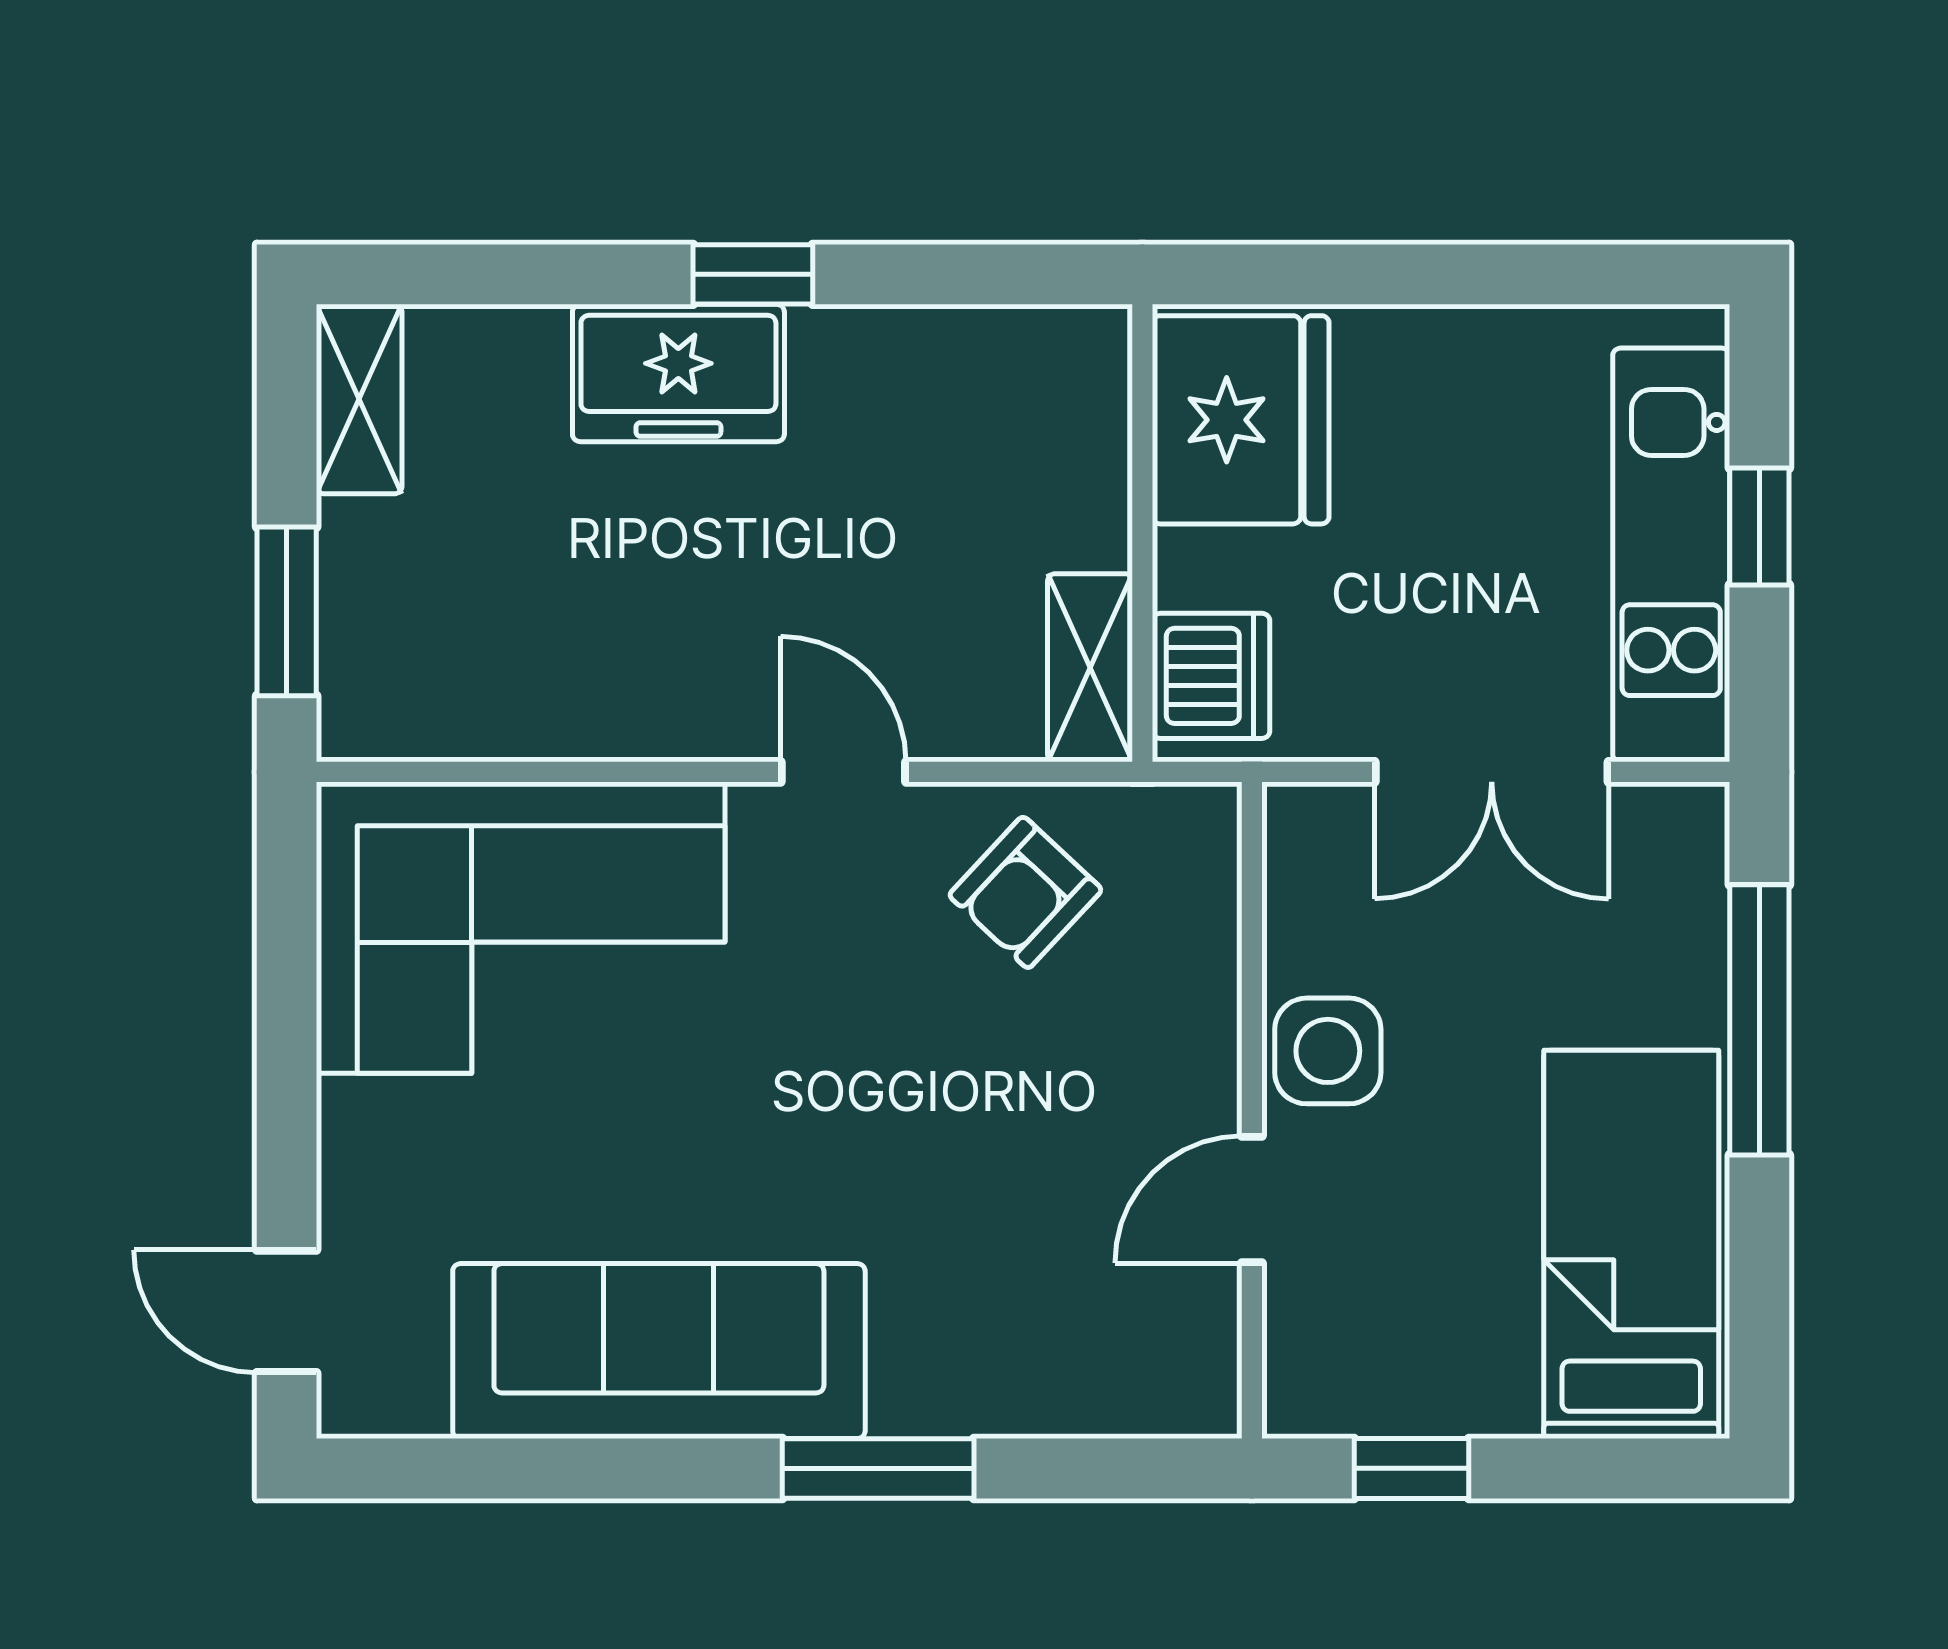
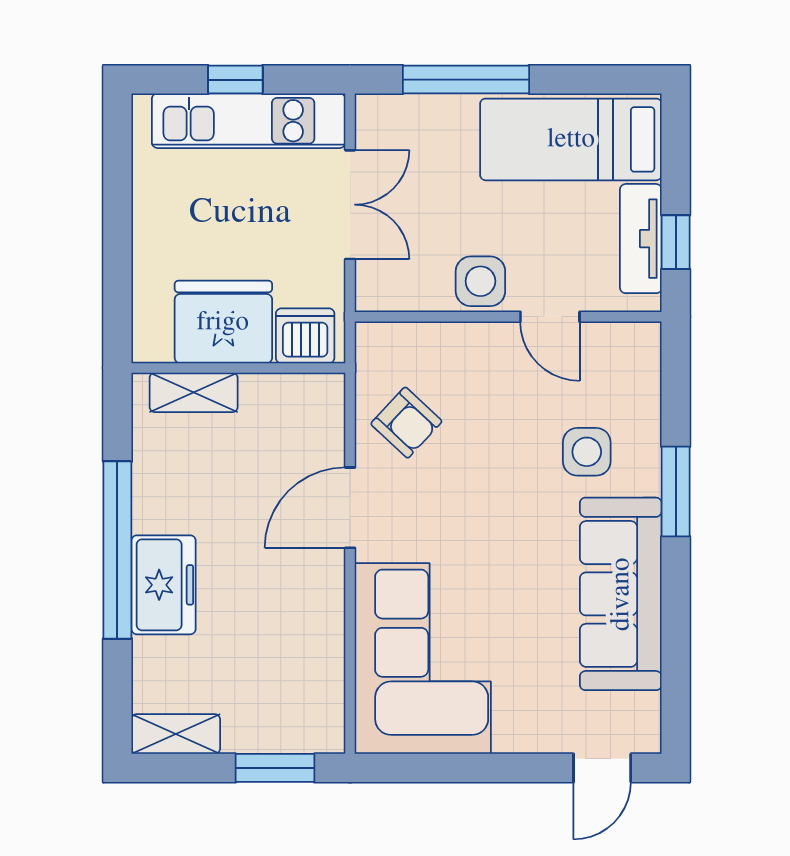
window: (753, 274) -> (117, 550), width x3.17
fridge: (1241, 420) -> (223, 322), moved
shelving: (1090, 668) -> (194, 392), moved
door: (843, 772) -> (350, 508), width x1.38
side table: (963, 1278) -> (587, 452), added
tv unit: (1419, 1394) -> (641, 239), added

